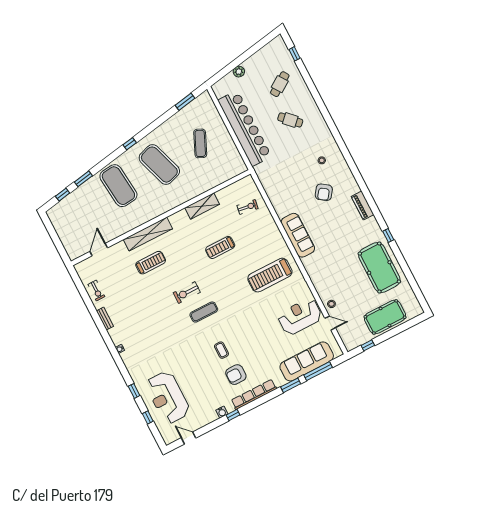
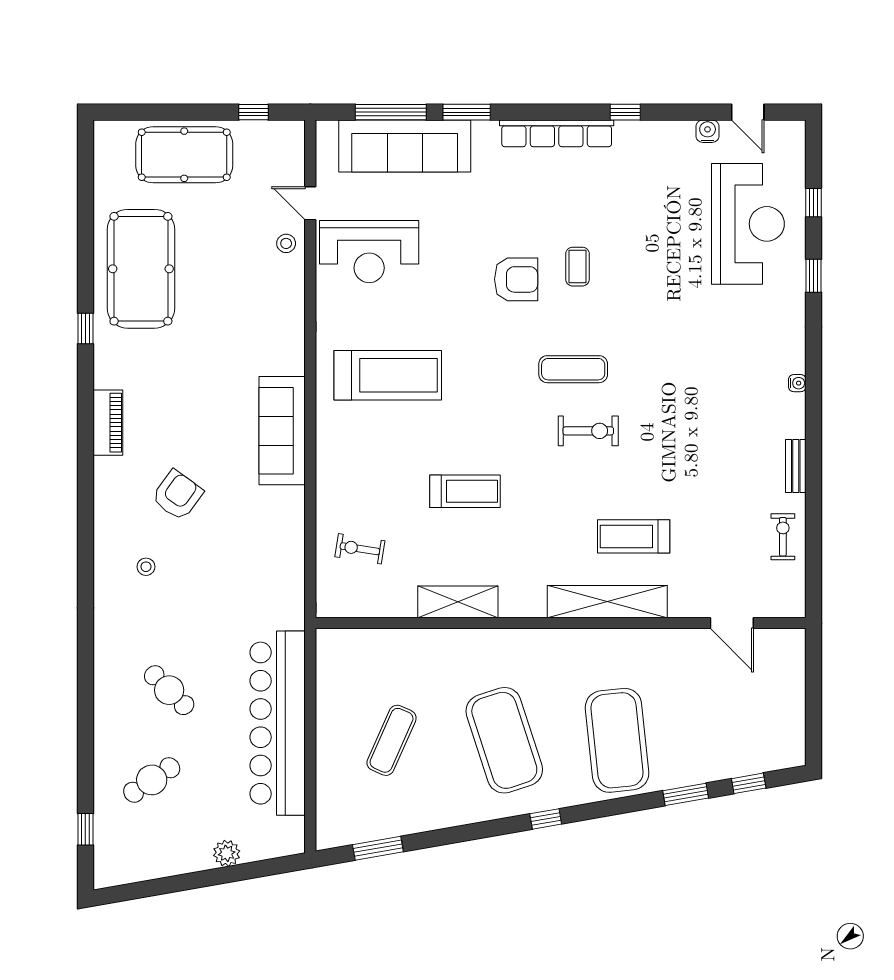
door: (99, 250) -> (732, 623), hinge flipped
armchair: (236, 375) -> (516, 279), moved
water cooler: (222, 412) -> (708, 131), moved

